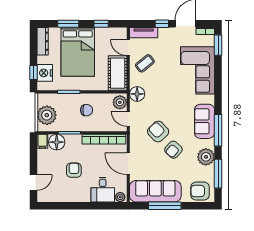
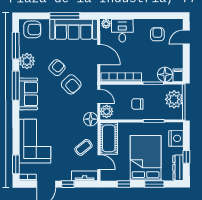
window: (34, 73) -> (186, 157), moved
armchair: (74, 170) -> (157, 34), moved, turned 180

